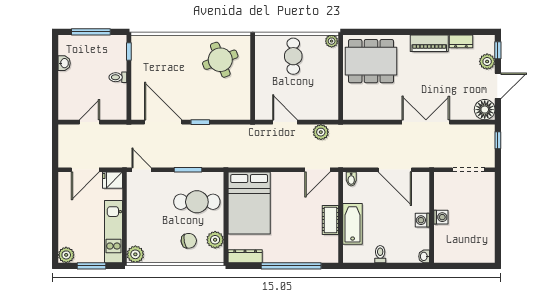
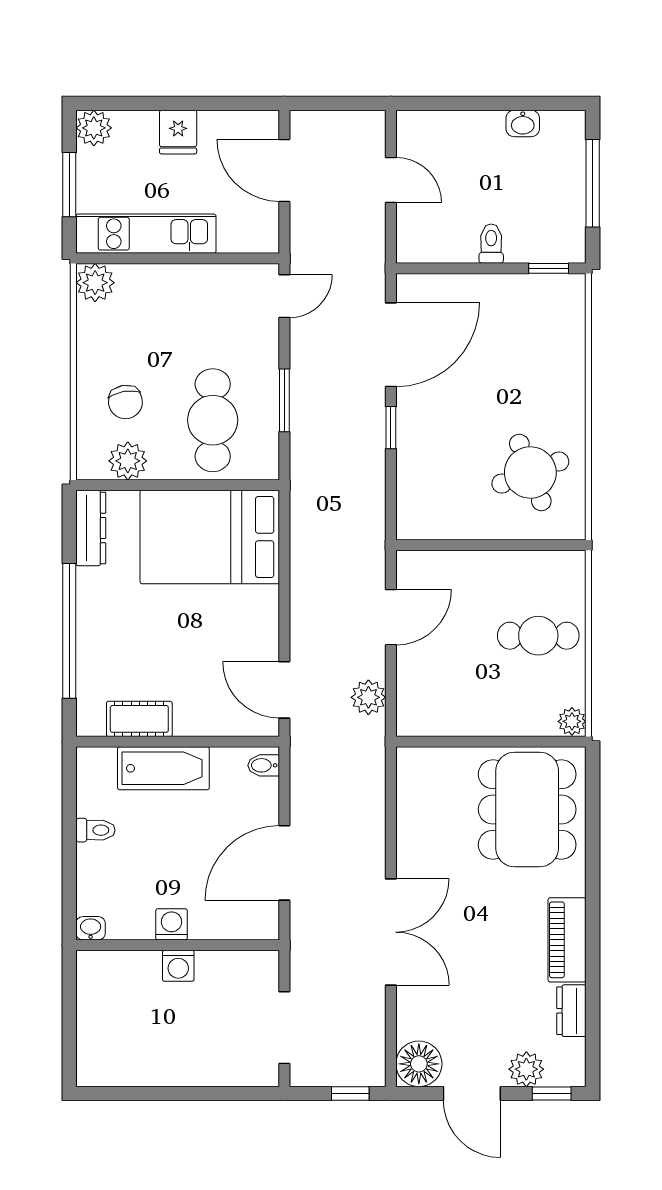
fridge: (112, 180) -> (178, 132), moved, turned 180
cot: (330, 220) -> (139, 719), moved

